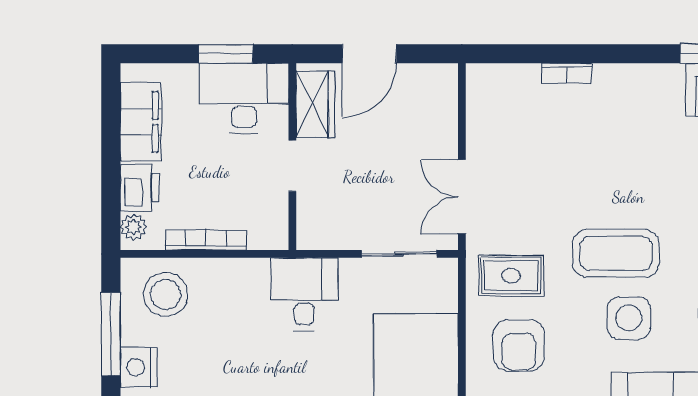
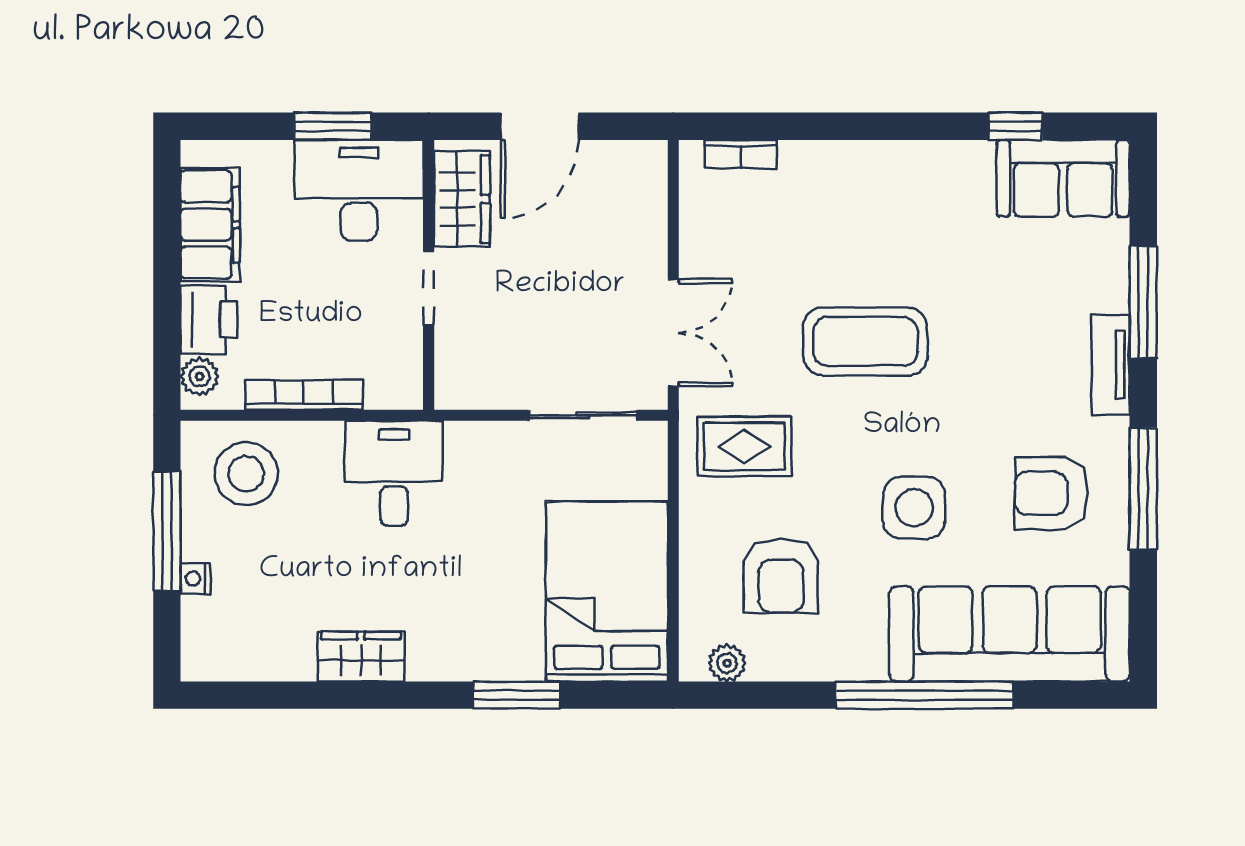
bookcase: (566, 73) -> (741, 154), moved
double door: (462, 197) -> (673, 333), swing flipped
coffee table: (616, 253) -> (865, 342), moved
desk: (304, 294) -> (394, 473), moved
armchair: (519, 345) -> (781, 576), moved
nightstand: (138, 367) -> (195, 579), width x0.53, depth x0.56

